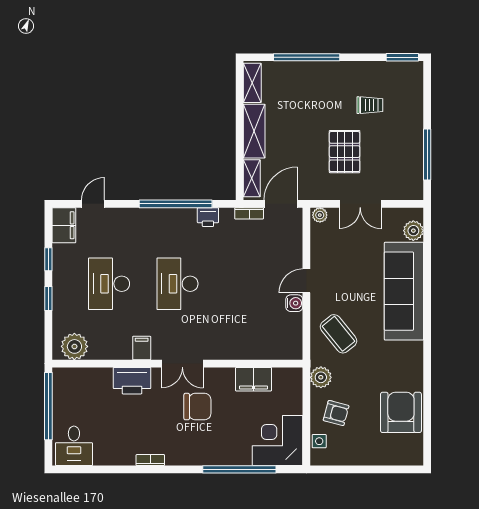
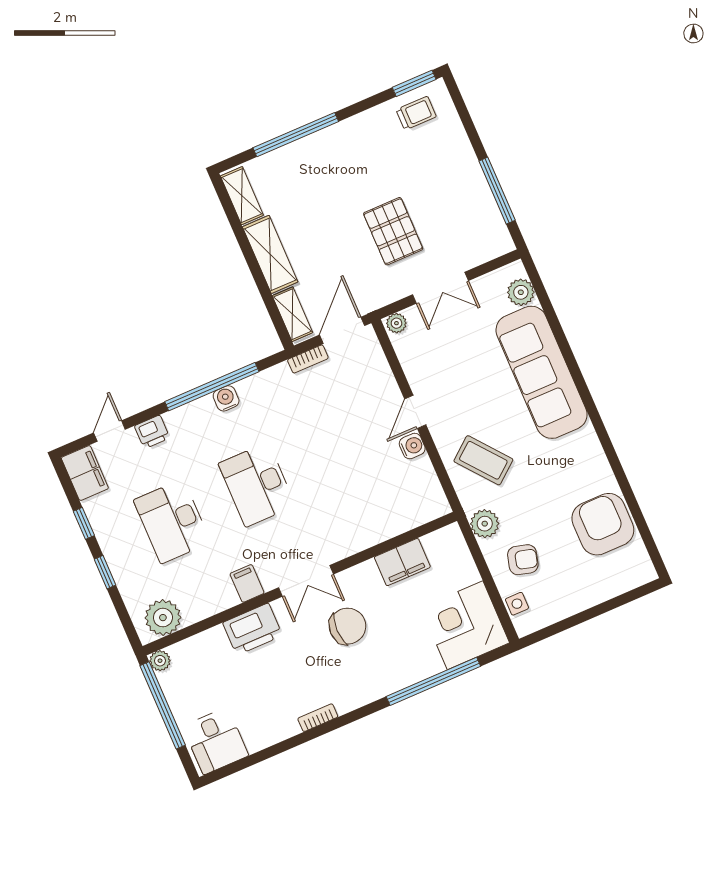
trolley: (370, 105) -> (416, 113), moved
water cooler: (182, 216) -> (226, 398), added
printer: (208, 217) -> (152, 432), moved
plant: (60, 375) -> (160, 661), added

